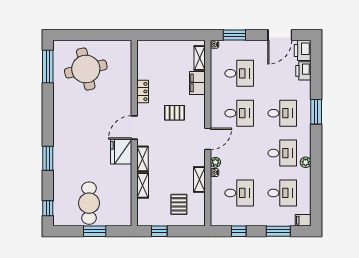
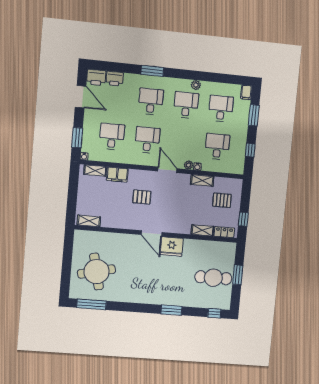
locker: (143, 91) -> (224, 232), moved
pallet: (175, 113) -> (142, 197), turned 90
shelving: (143, 159) -> (89, 221), moved

